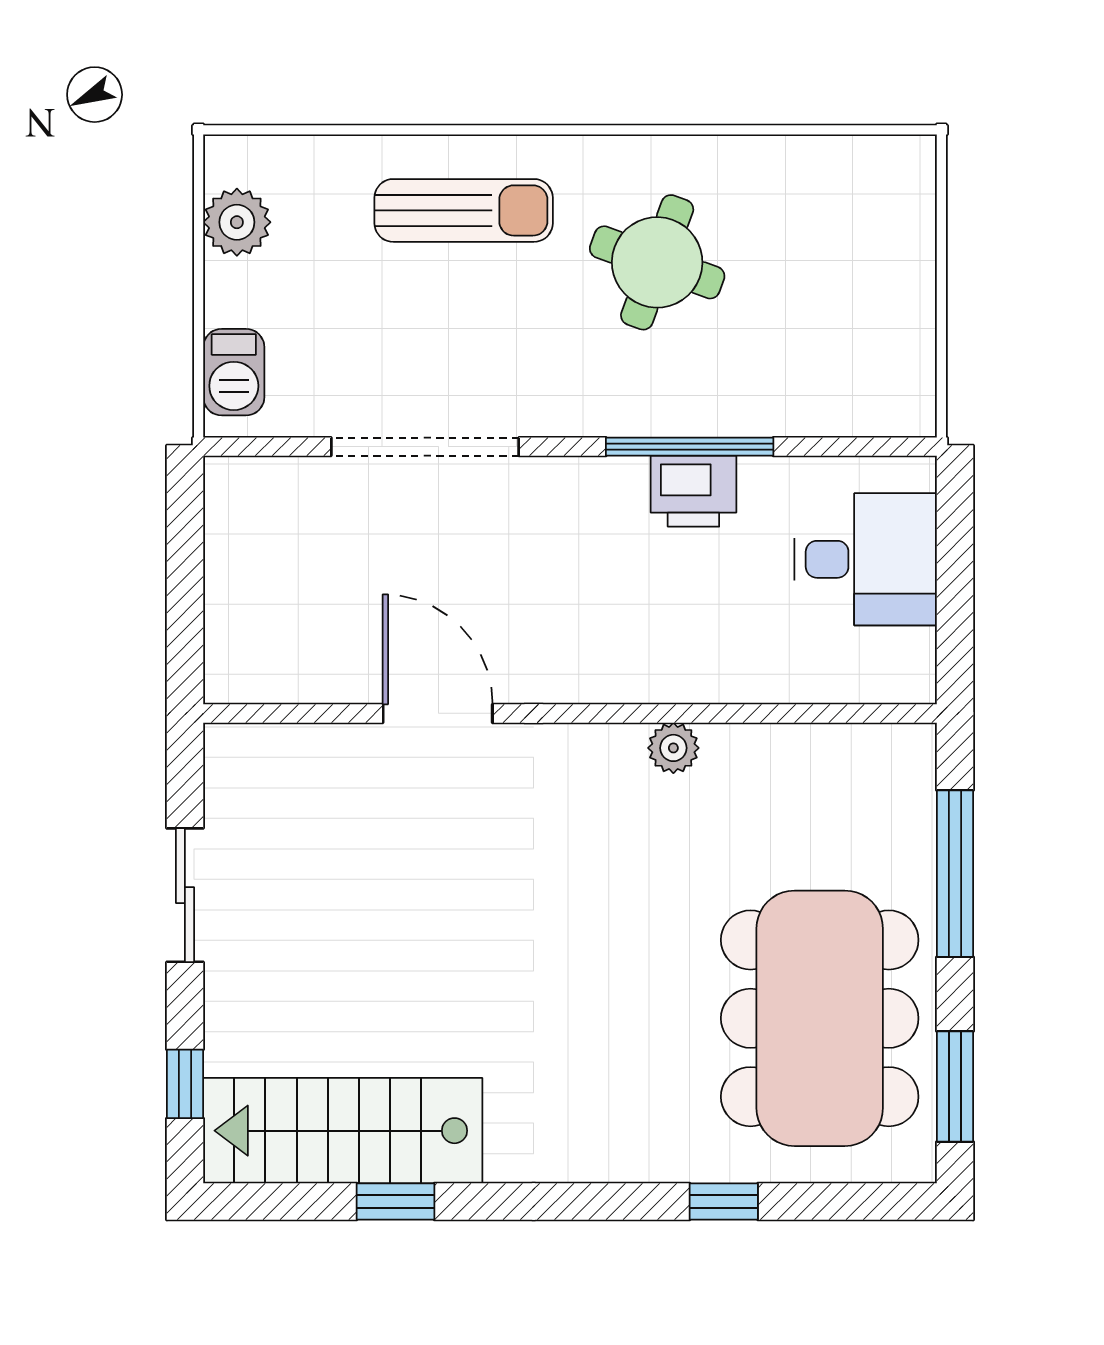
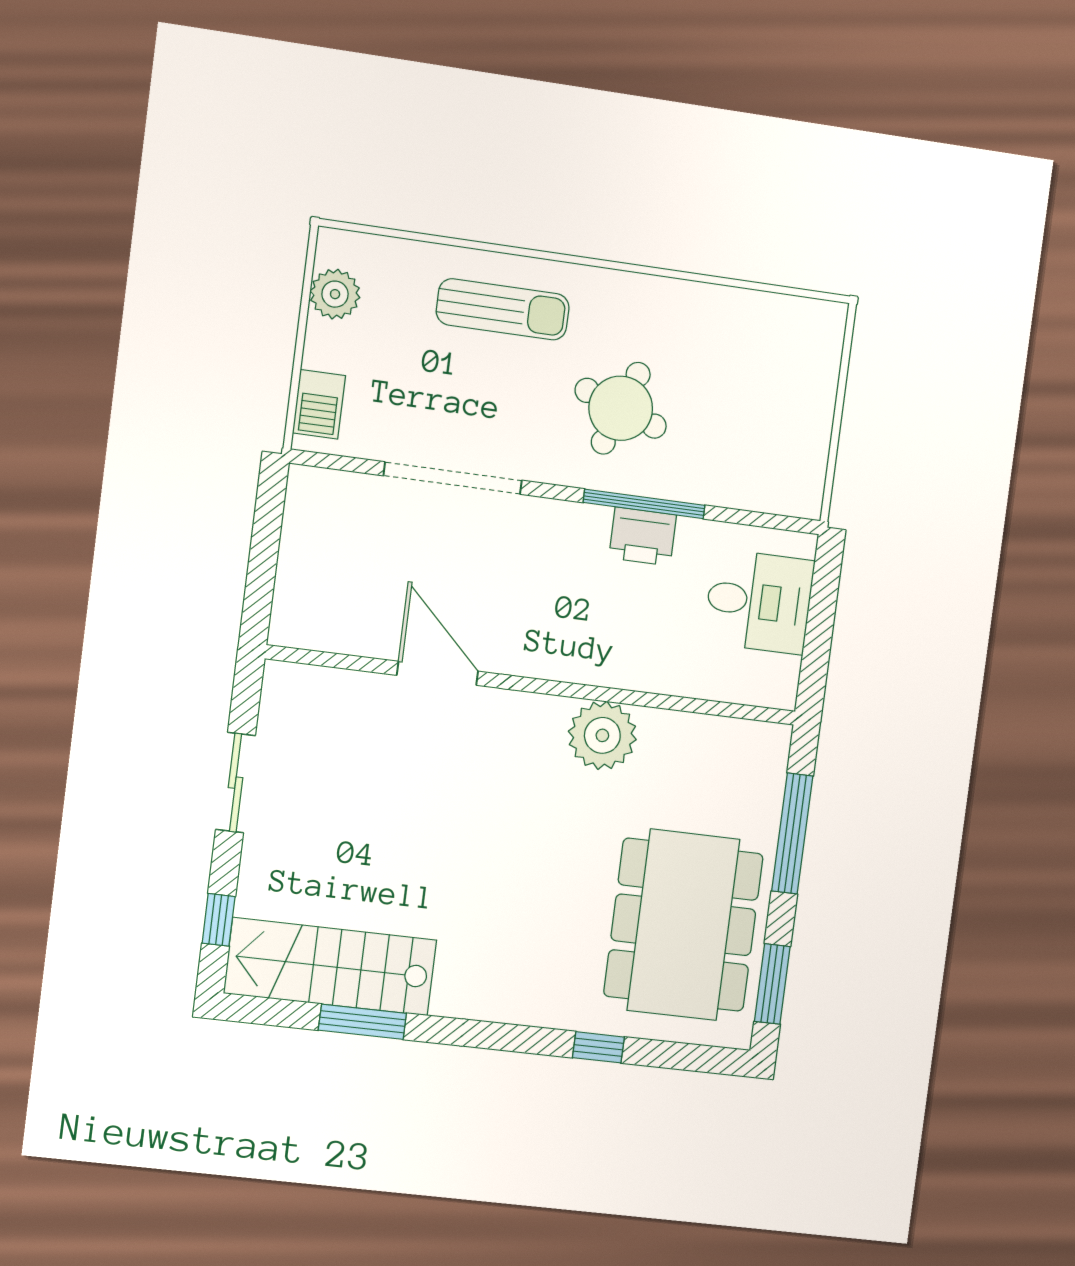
round table: (657, 262) -> (621, 408), moved
plant: (673, 748) -> (602, 735), width x1.87, depth x1.87
window: (396, 1202) -> (362, 1022), width x1.50

